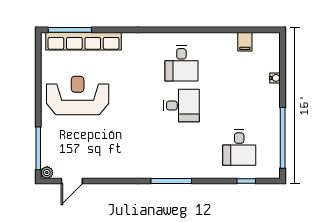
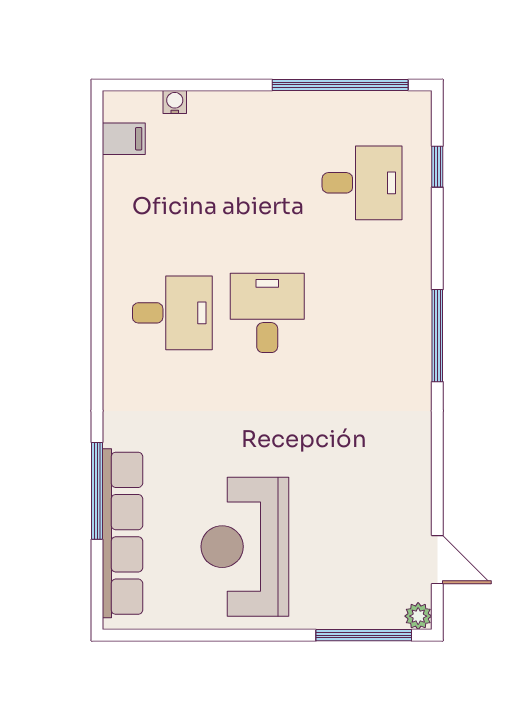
window: (70, 30) -> (97, 491), moved
filing cabinet: (245, 42) -> (124, 139), moved
water cooler: (275, 78) -> (175, 102), moved

